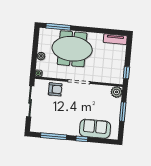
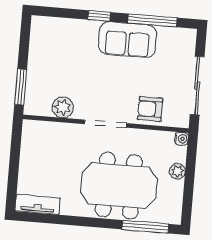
window: (126, 73) -> (16, 141), removed
plant: (117, 92) -> (63, 107), moved
window: (123, 112) -> (21, 87), moved
sofa: (95, 129) -> (128, 40), moved

